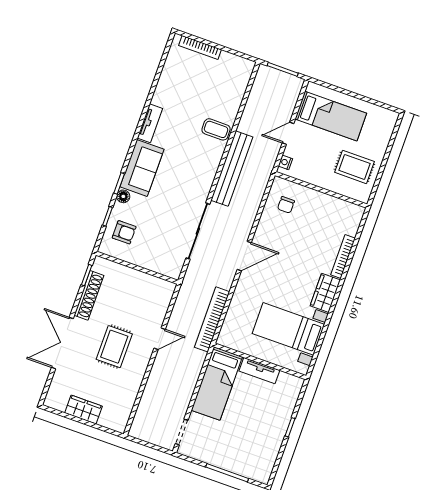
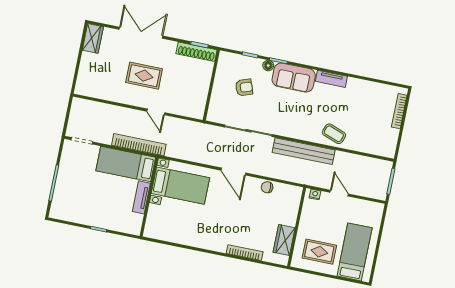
bed: (331, 116) -> (355, 252), moved, turned 180
coffee table: (216, 129) -> (334, 134), turned -70
rug: (354, 167) -> (319, 252), turned 90
chair: (286, 205) -> (267, 187), moved
armchair: (124, 232) -> (244, 87), moved, turned -110
wardrobe: (325, 293) -> (284, 240), moved, turned -90
shoe rack: (89, 295) -> (197, 52), moved
bookcase: (212, 319) -> (139, 145), moved
bed with nightstands: (288, 329) -> (180, 186), moved, turned 90
wardrobe: (83, 410) -> (93, 38), moved

